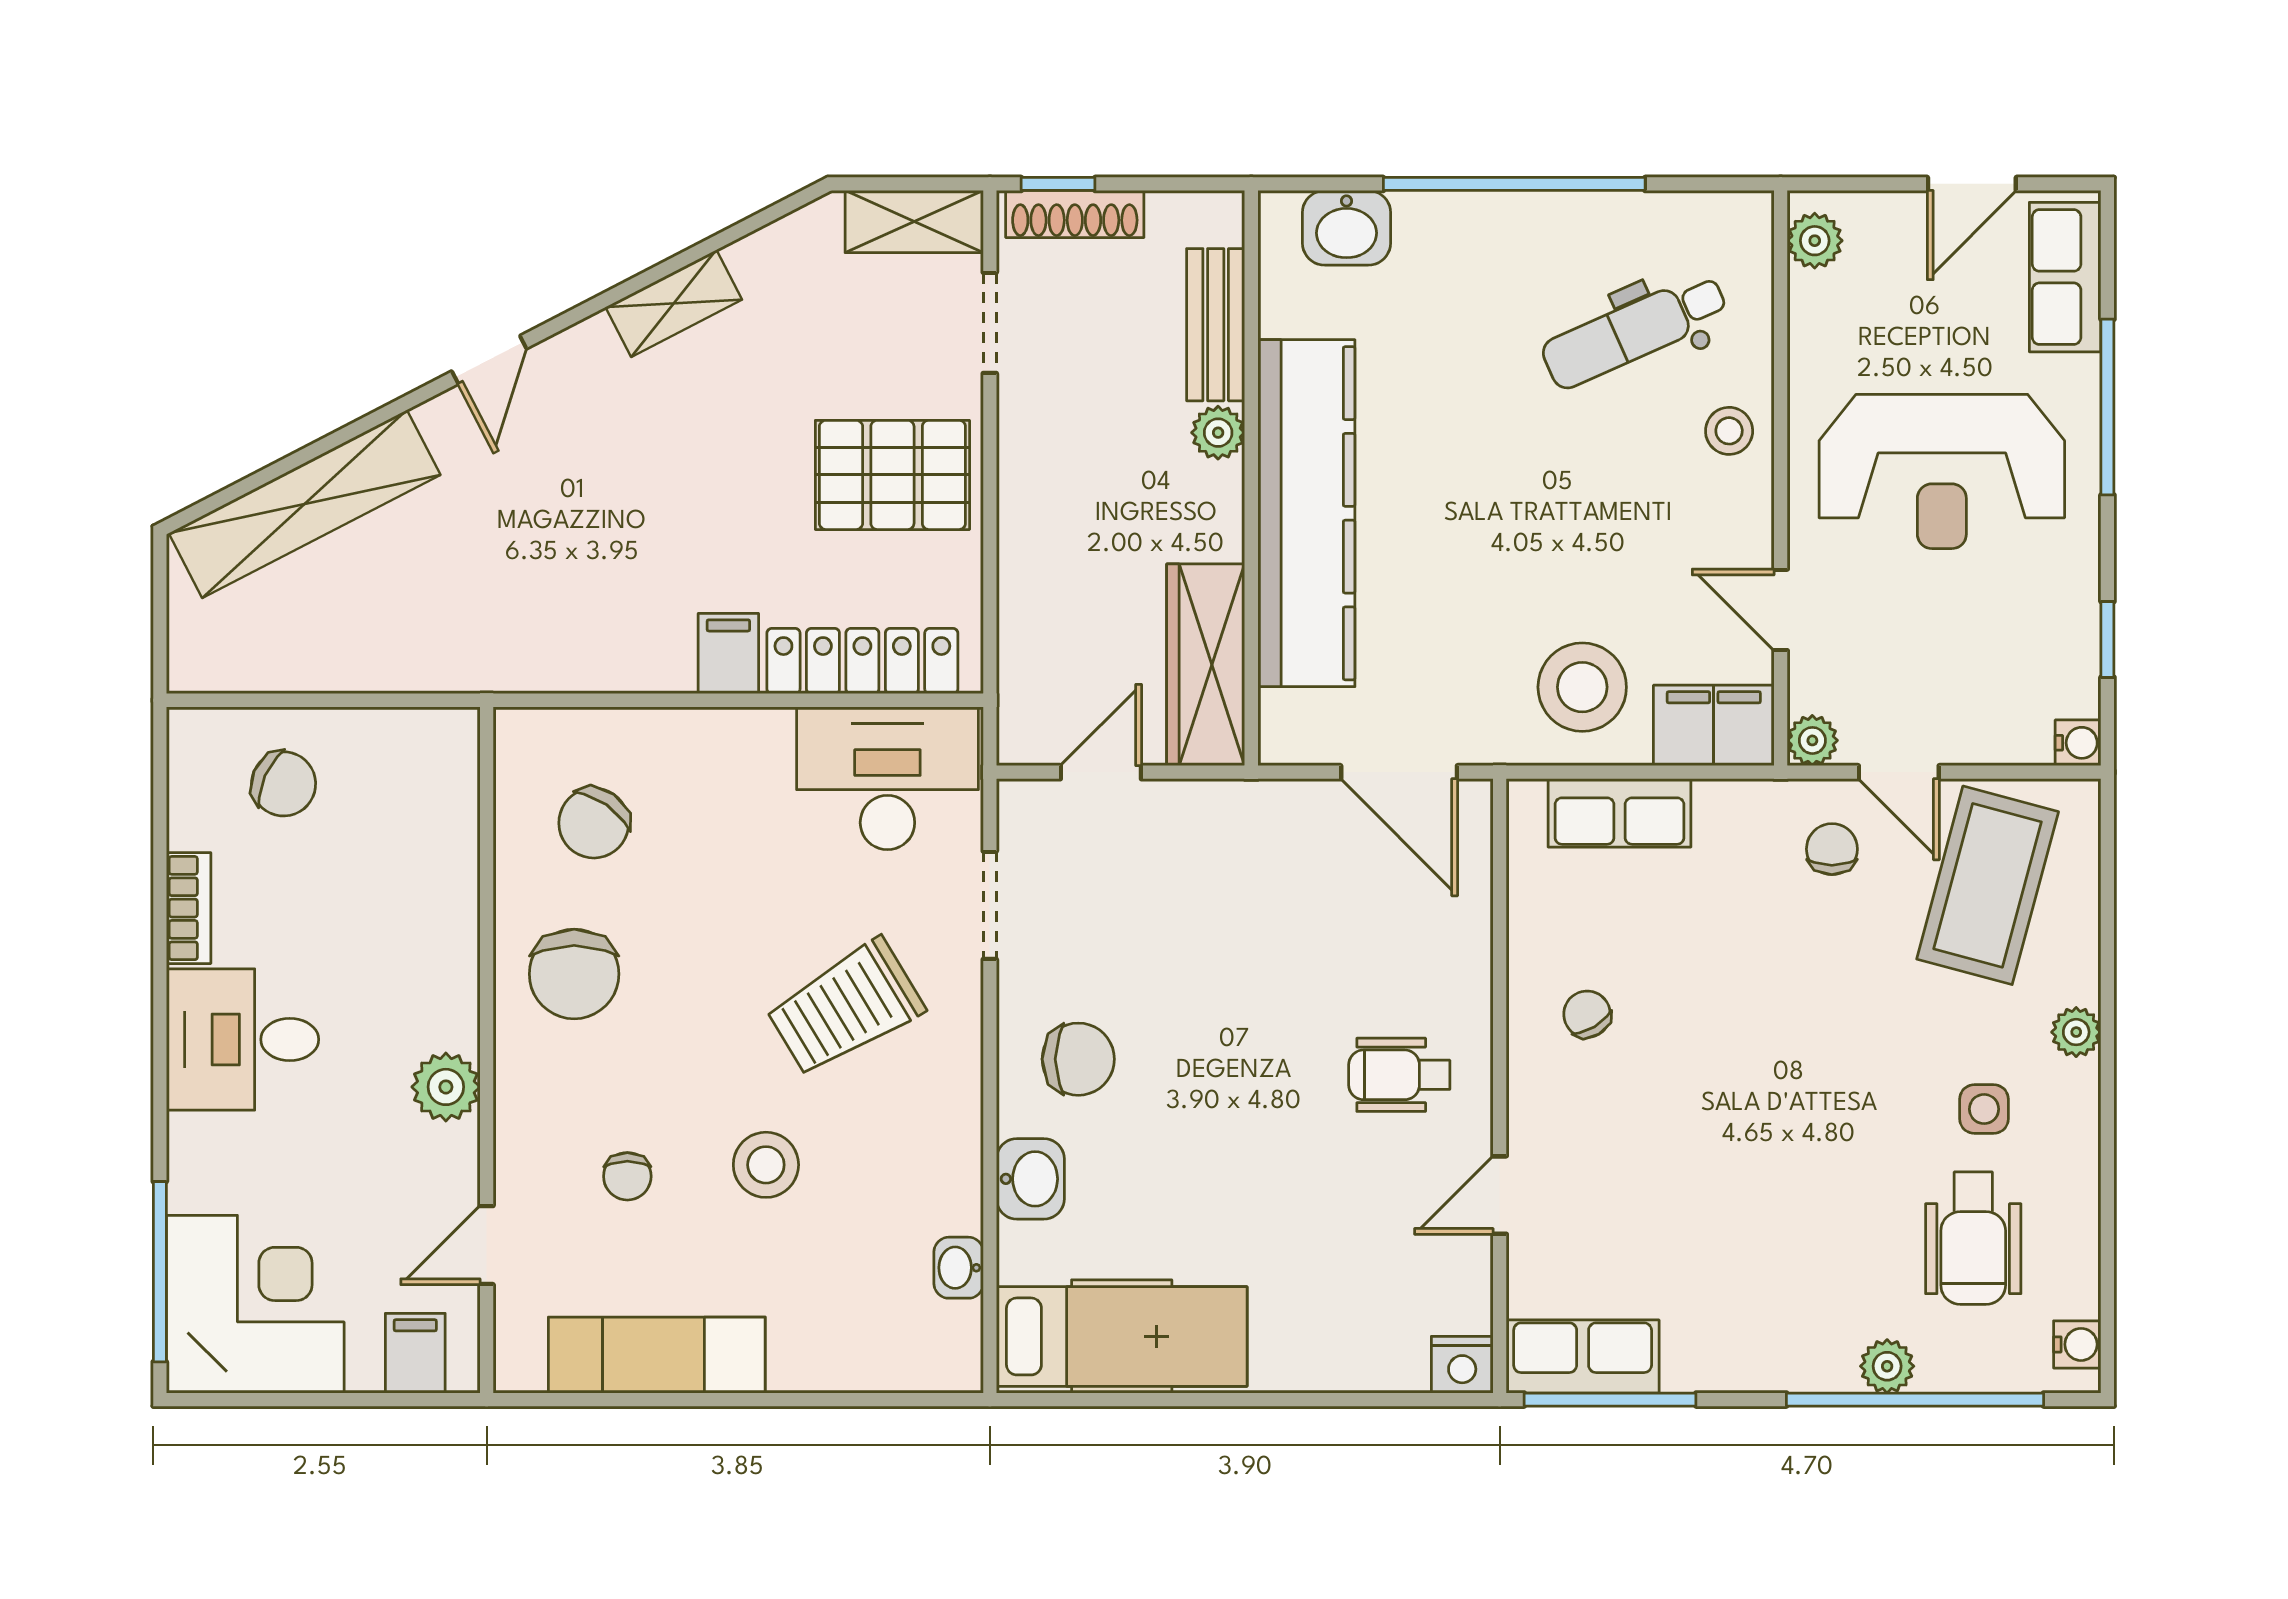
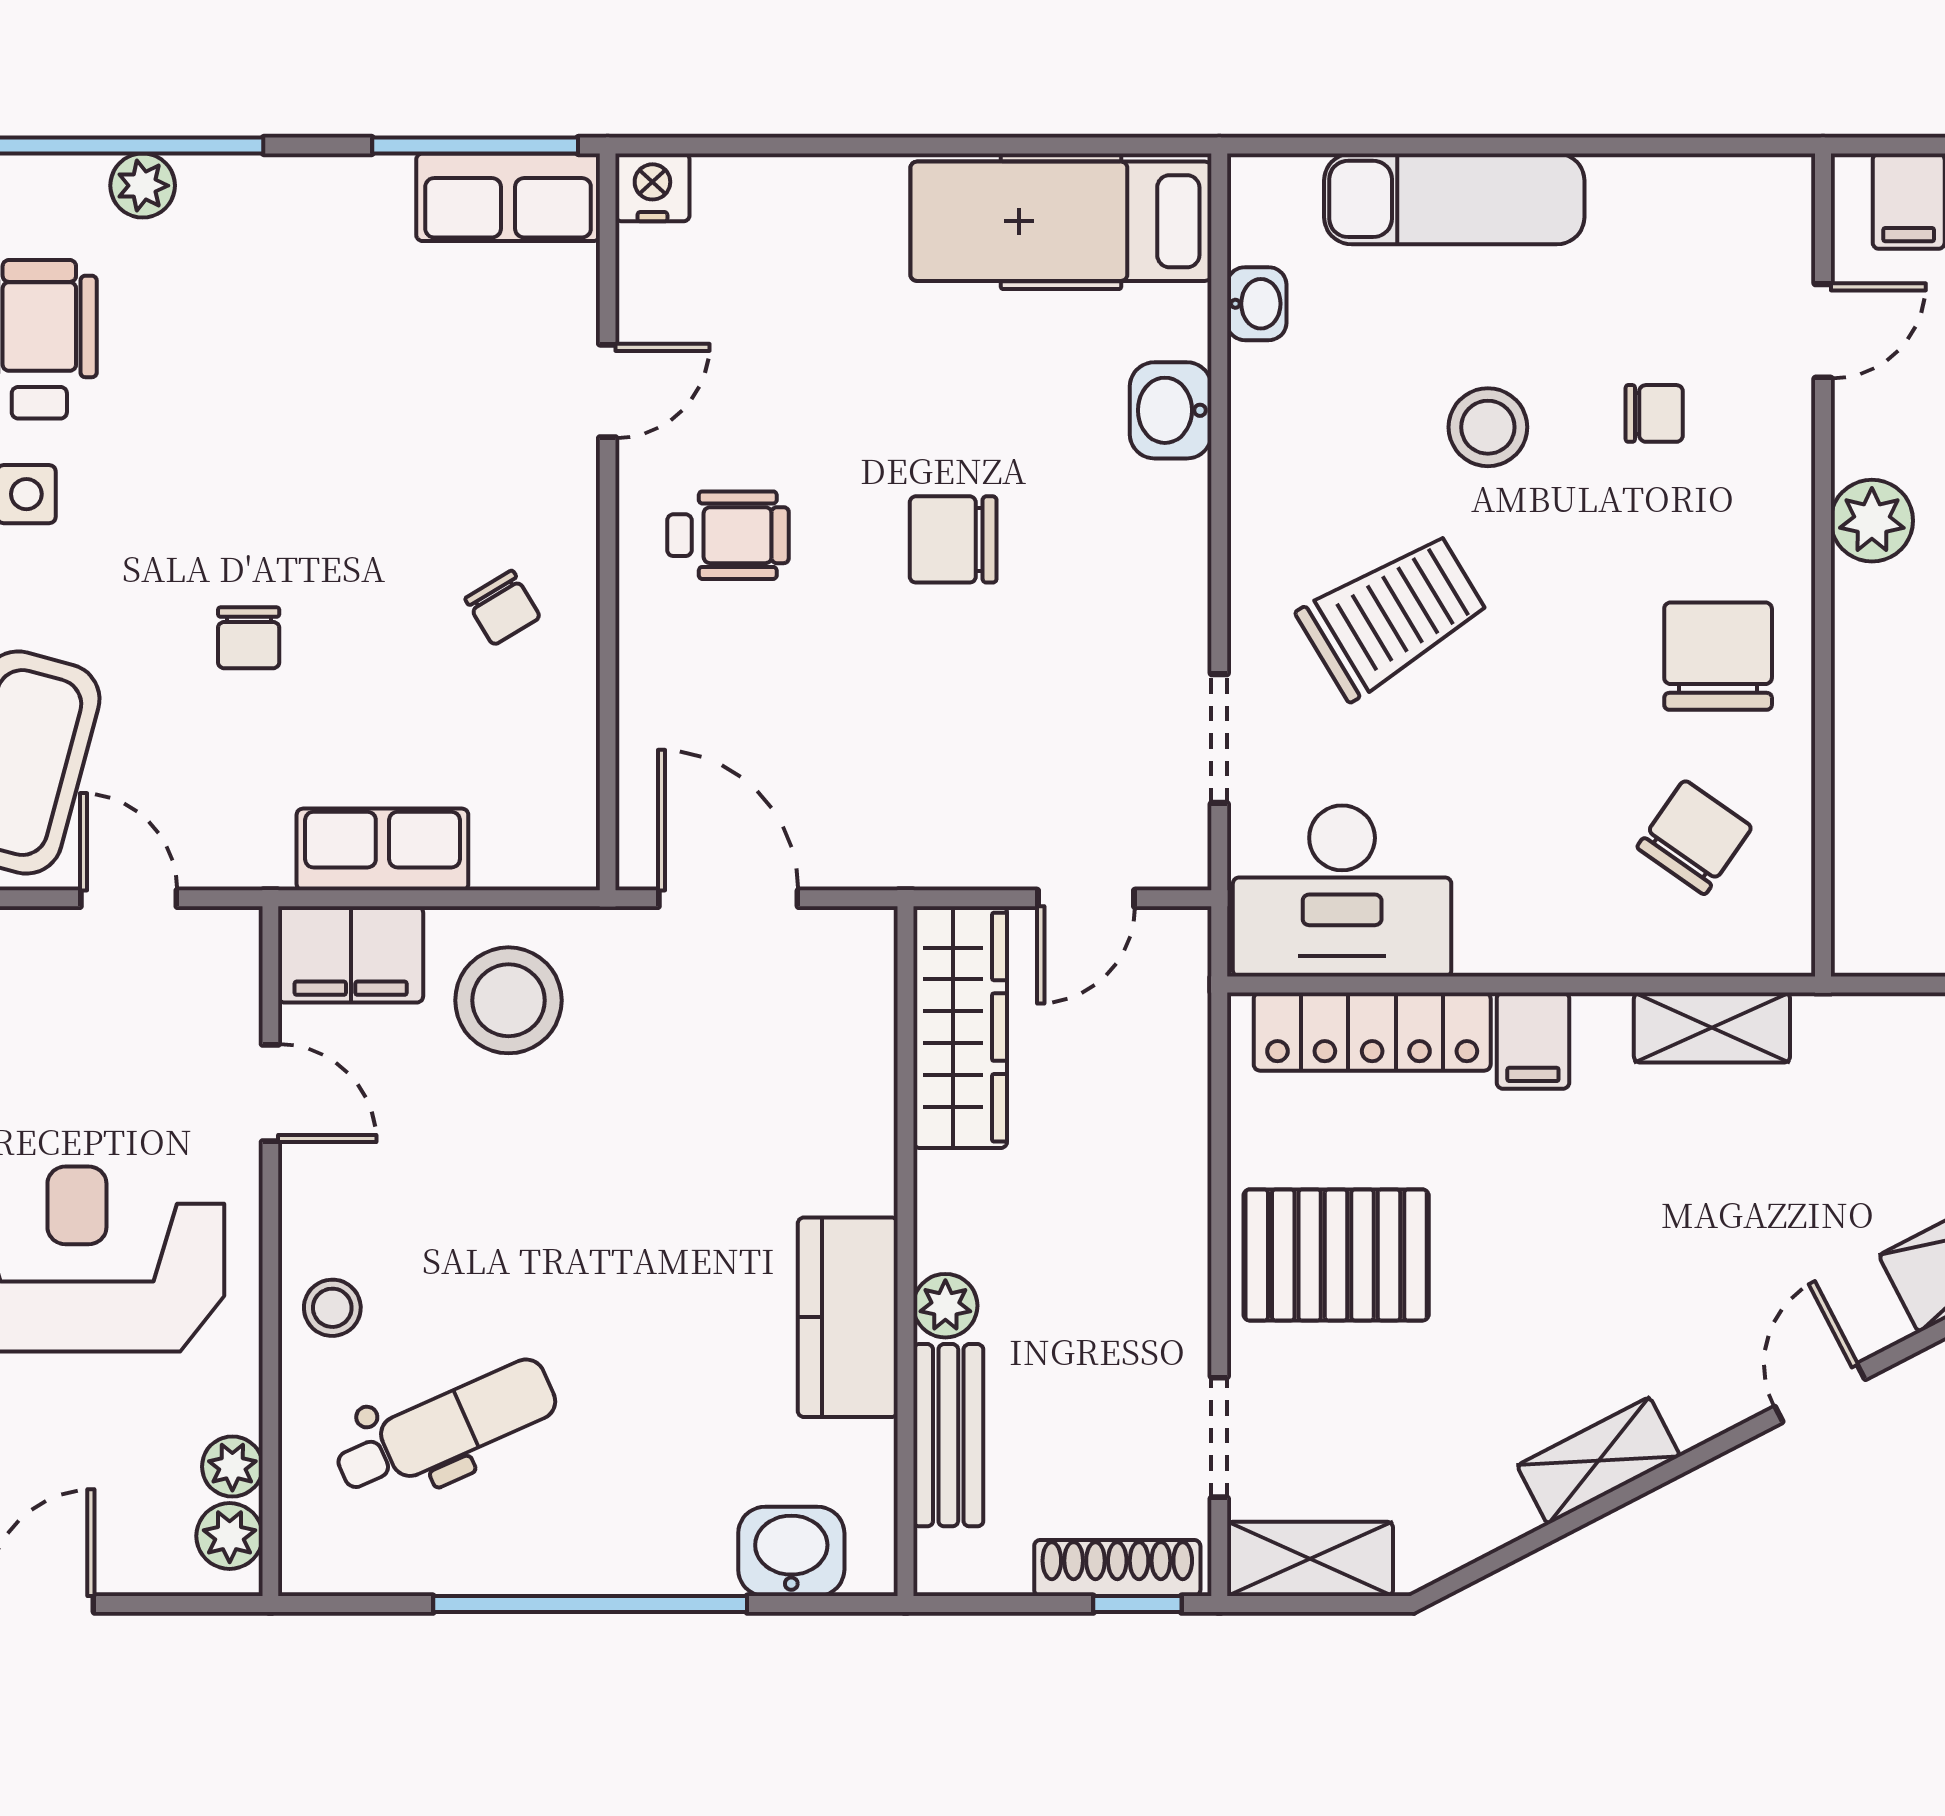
kitchen counter: (1306, 513) -> (848, 1317), width x0.48, depth x0.86
shelving: (579, 664) -> (1712, 1027), added
plant: (1812, 740) -> (232, 1467), moved
row of seats: (1620, 813) -> (382, 849), moved
chair: (1832, 849) -> (249, 638), moved
chair: (1078, 1059) -> (953, 539), moved
chair: (627, 1176) -> (1654, 413), turned 90
exam couch: (657, 1355) -> (1454, 199), moved

